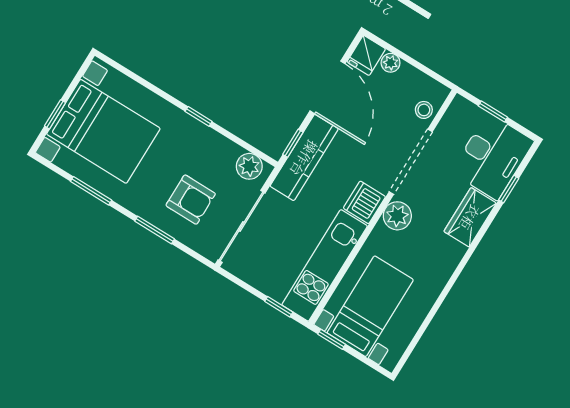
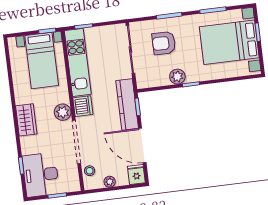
plant: (391, 63) -> (110, 182), moved
plant: (249, 166) -> (177, 77), moved
wardrobe: (470, 217) -> (26, 120), moved

